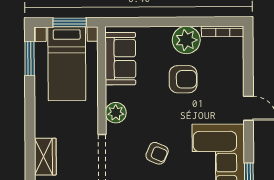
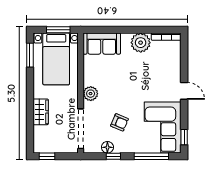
sofa: (120, 59) -> (102, 44), moved, turned 90
armchair: (183, 79) -> (138, 70), removed
wardrobe: (45, 157) -> (41, 112), moved

